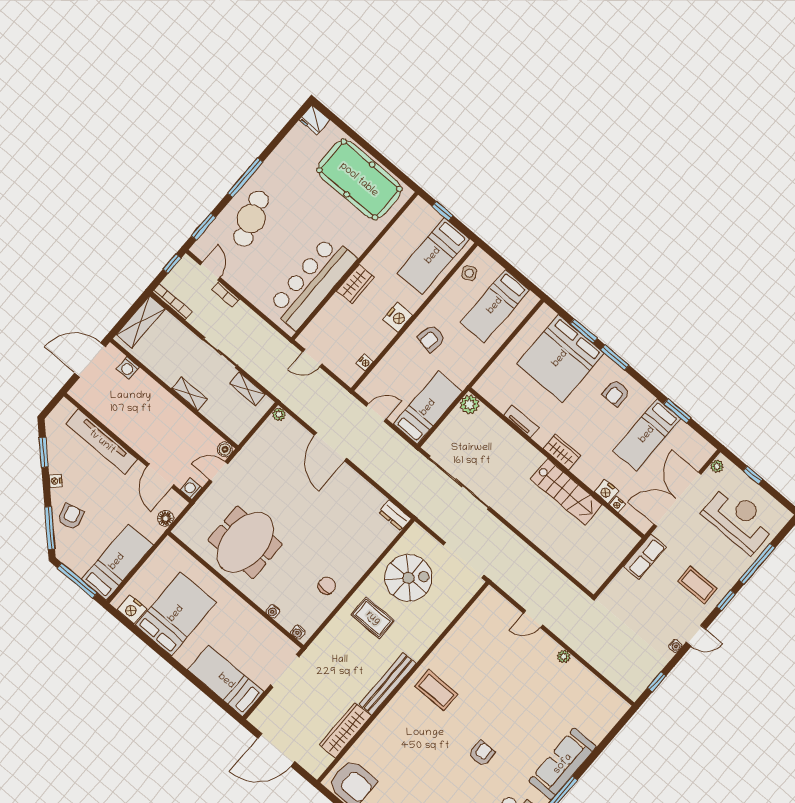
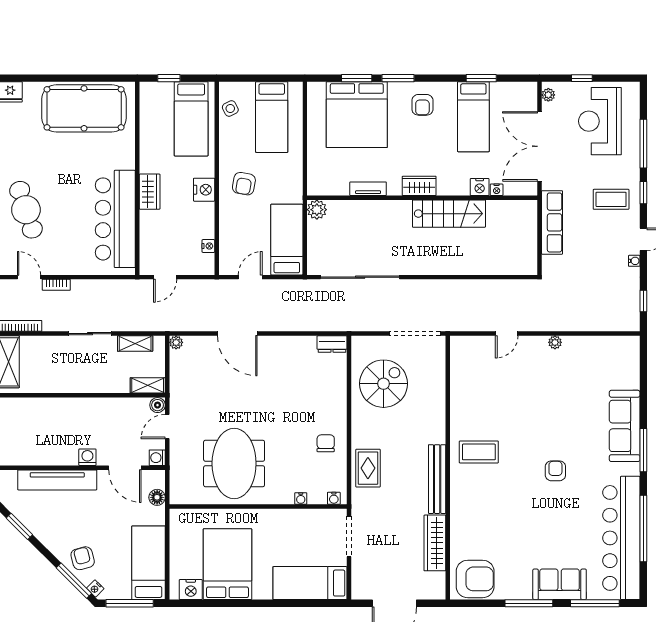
washing machine: (128, 368) -> (87, 457), moved, turned 180
shelving: (190, 394) -> (148, 385), moved
nightstand: (55, 481) -> (95, 588), moved
reception desk: (739, 519) -> (600, 121), turned -90
row of seats: (645, 557) -> (552, 222), width x1.48
rug: (373, 618) -> (368, 468), moved, turned 90

